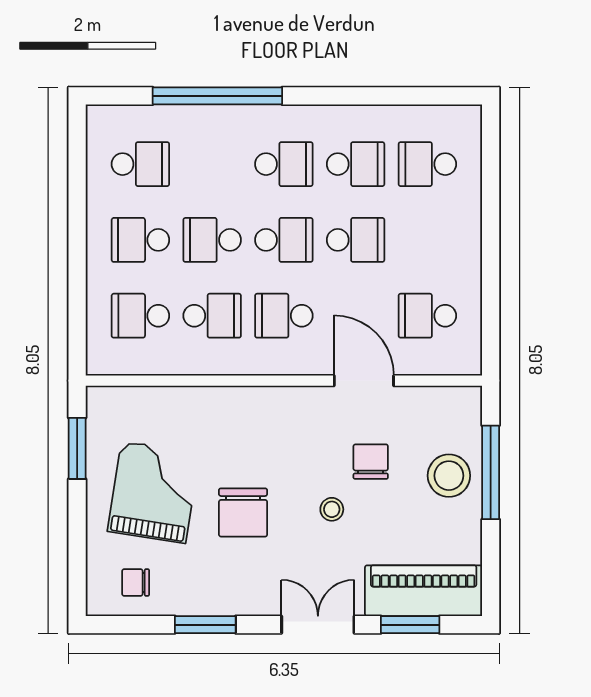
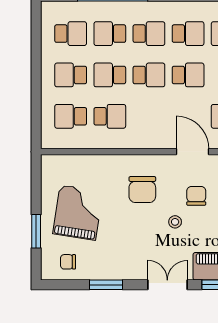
school desk: (284, 316) -> (110, 34), moved
window: (77, 448) -> (36, 231), moved
chair: (243, 512) -> (142, 190), moved

